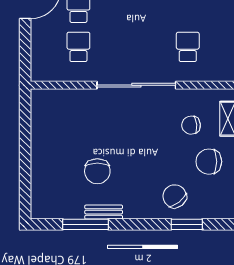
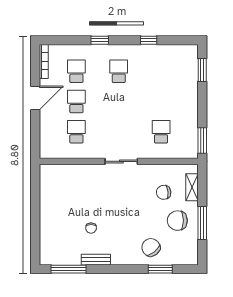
sliding door: (136, 85) -> (121, 161), width x0.54
chair: (97, 171) -> (91, 228), width x0.54, depth x0.54
window: (85, 224) -> (68, 269), moved

